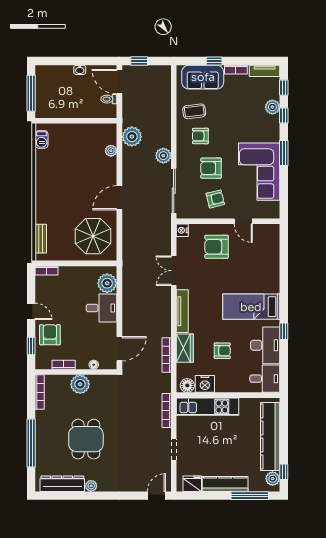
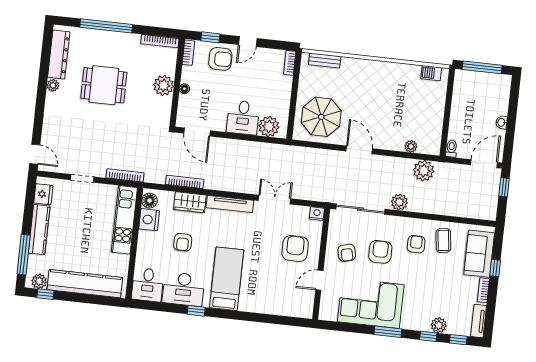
toilet: (109, 99) -> (451, 149), moved
bookcase: (64, 365) -> (188, 53), moved
floor lamp: (94, 365) -> (184, 89), moved

